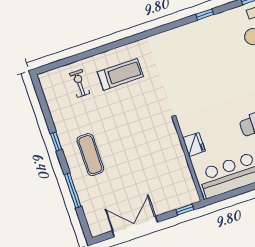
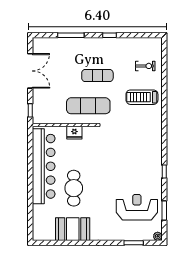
treadmill: (120, 74) -> (142, 97), turned 90
exercise mat: (154, 138) -> (88, 106), added
exercise mat: (90, 155) -> (97, 76), moved

